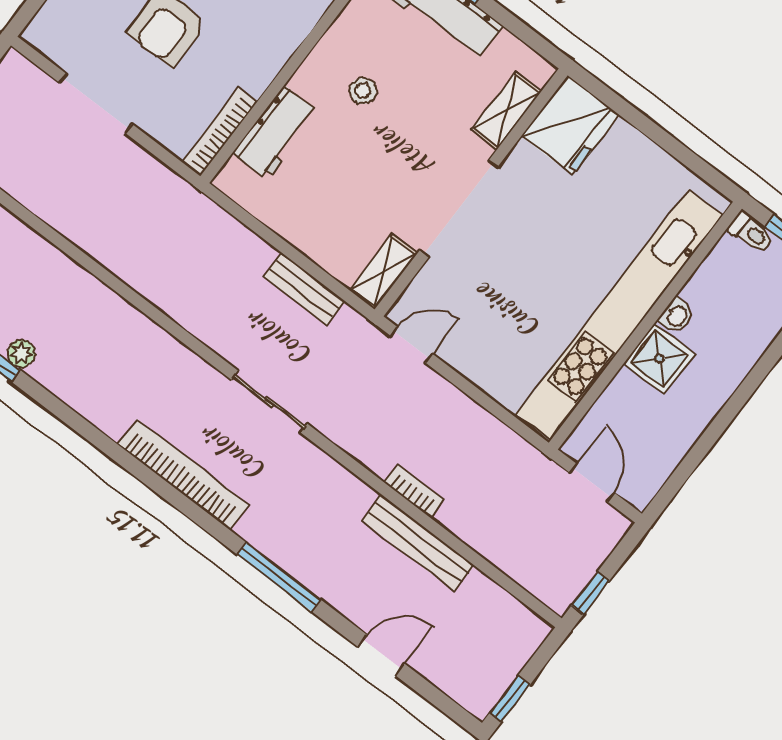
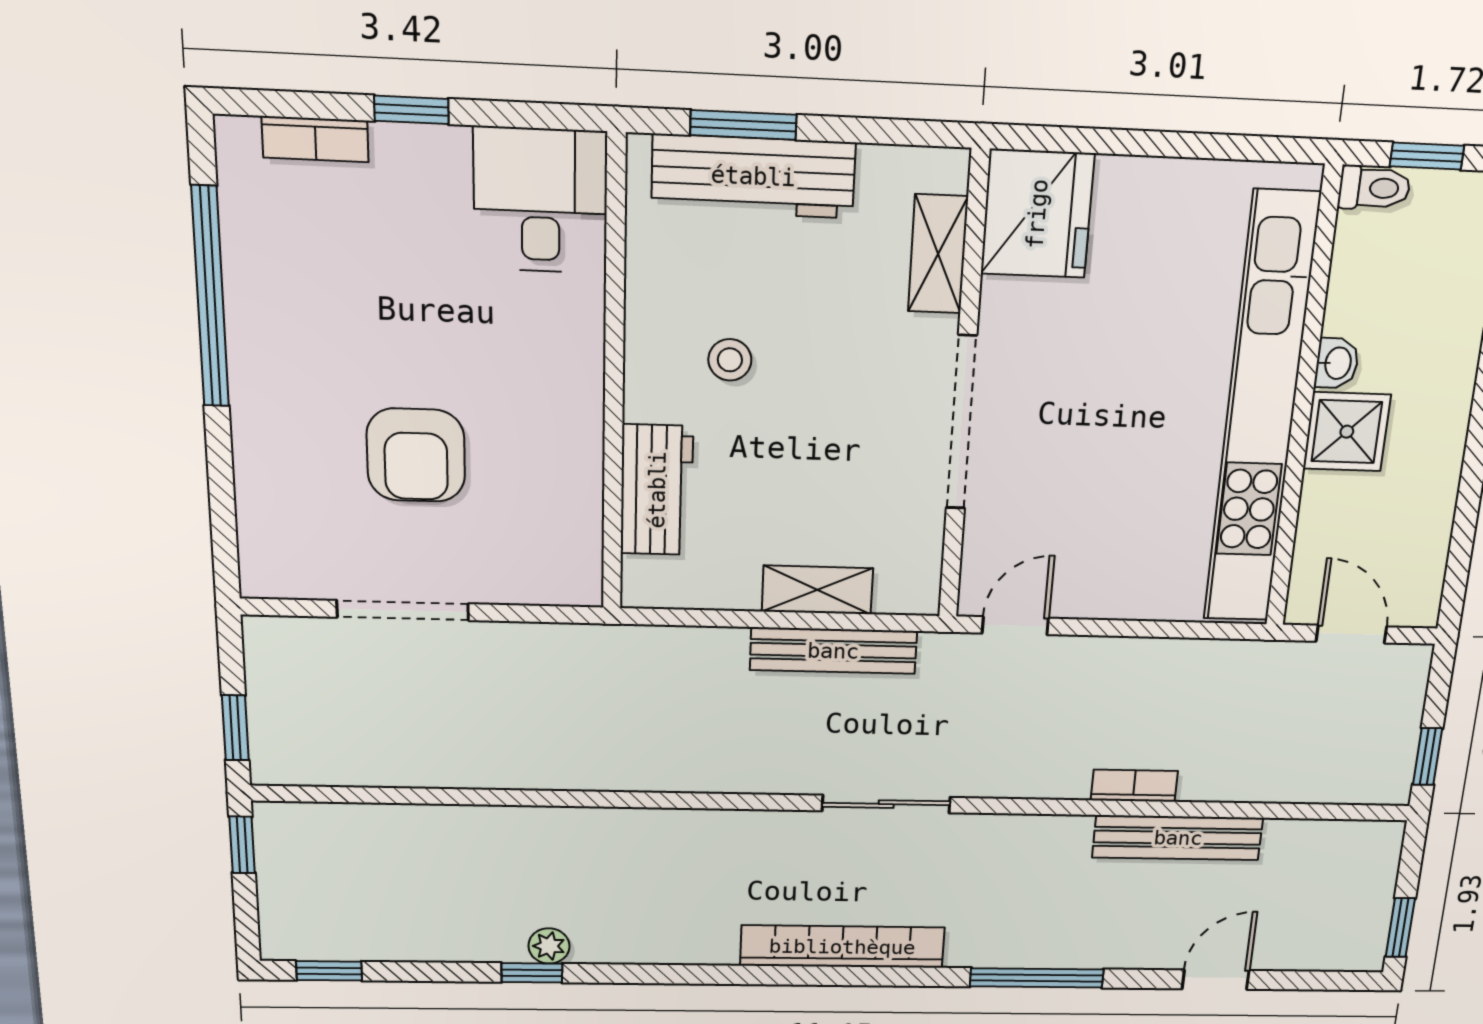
bookcase: (219, 132) -> (585, 539), removed
shelving: (384, 272) -> (817, 590), moved, turned 90
bench: (304, 289) -> (833, 651), width x1.36

